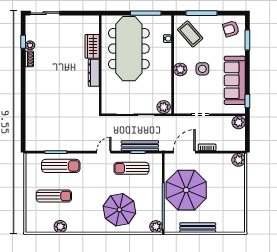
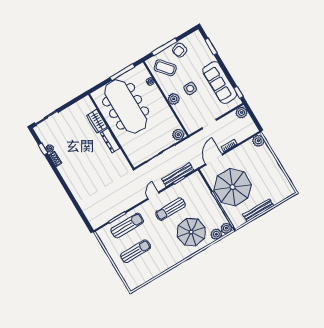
armchair: (231, 29) -> (180, 50), moved
sun lounger: (131, 168) -> (171, 209), moved
plant: (60, 227) -> (216, 234), moved

